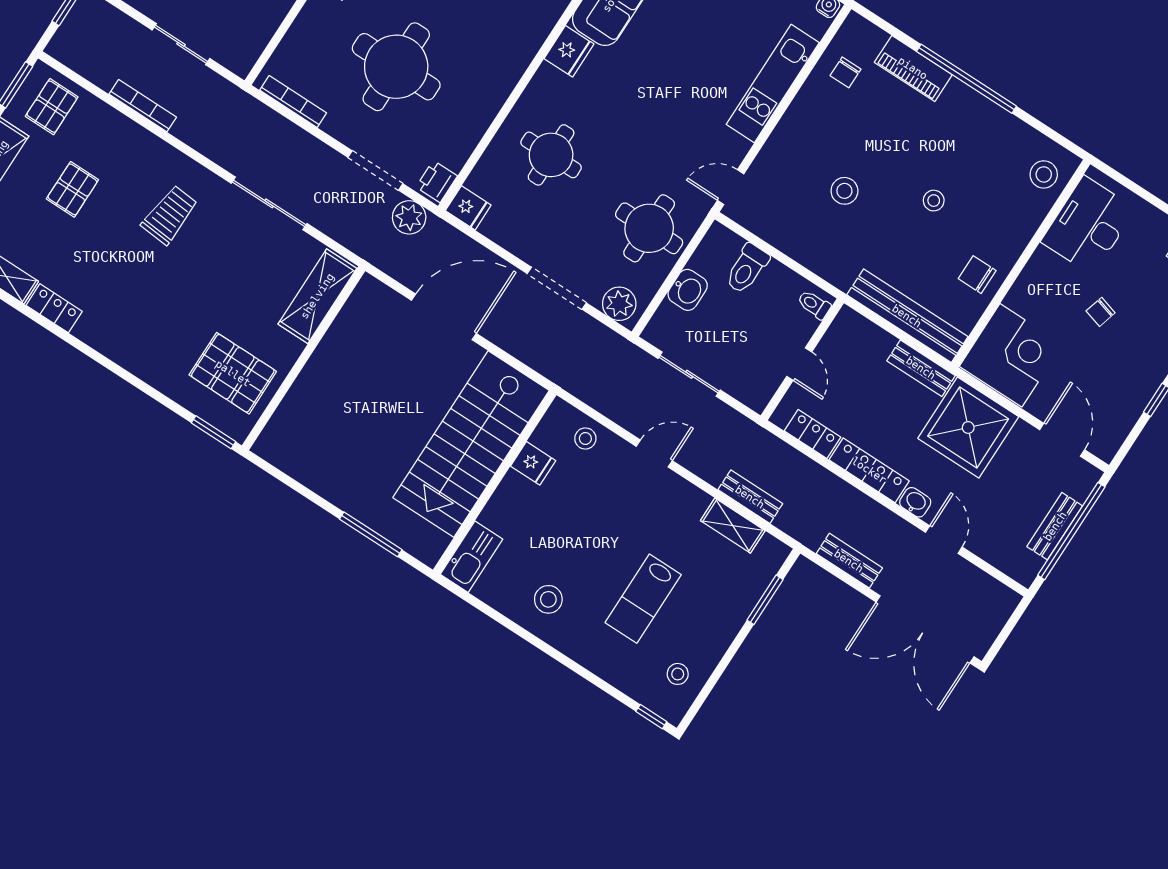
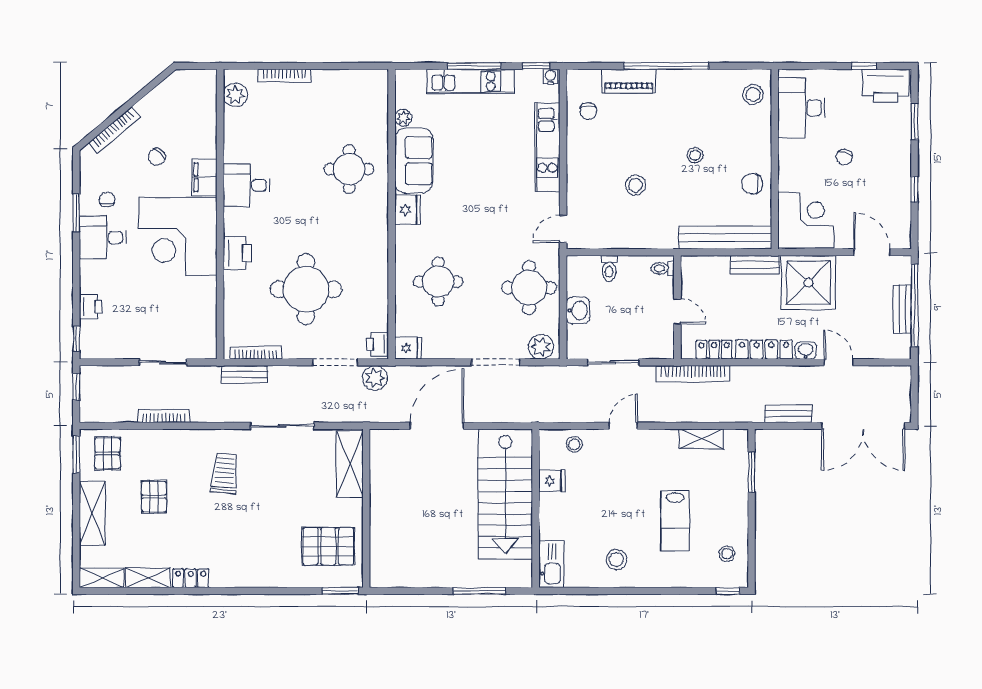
toilet: (747, 269) -> (609, 268), width x0.73, depth x0.72
bookcase: (771, 446) -> (693, 374), added
bench: (750, 497) -> (244, 374), moved

